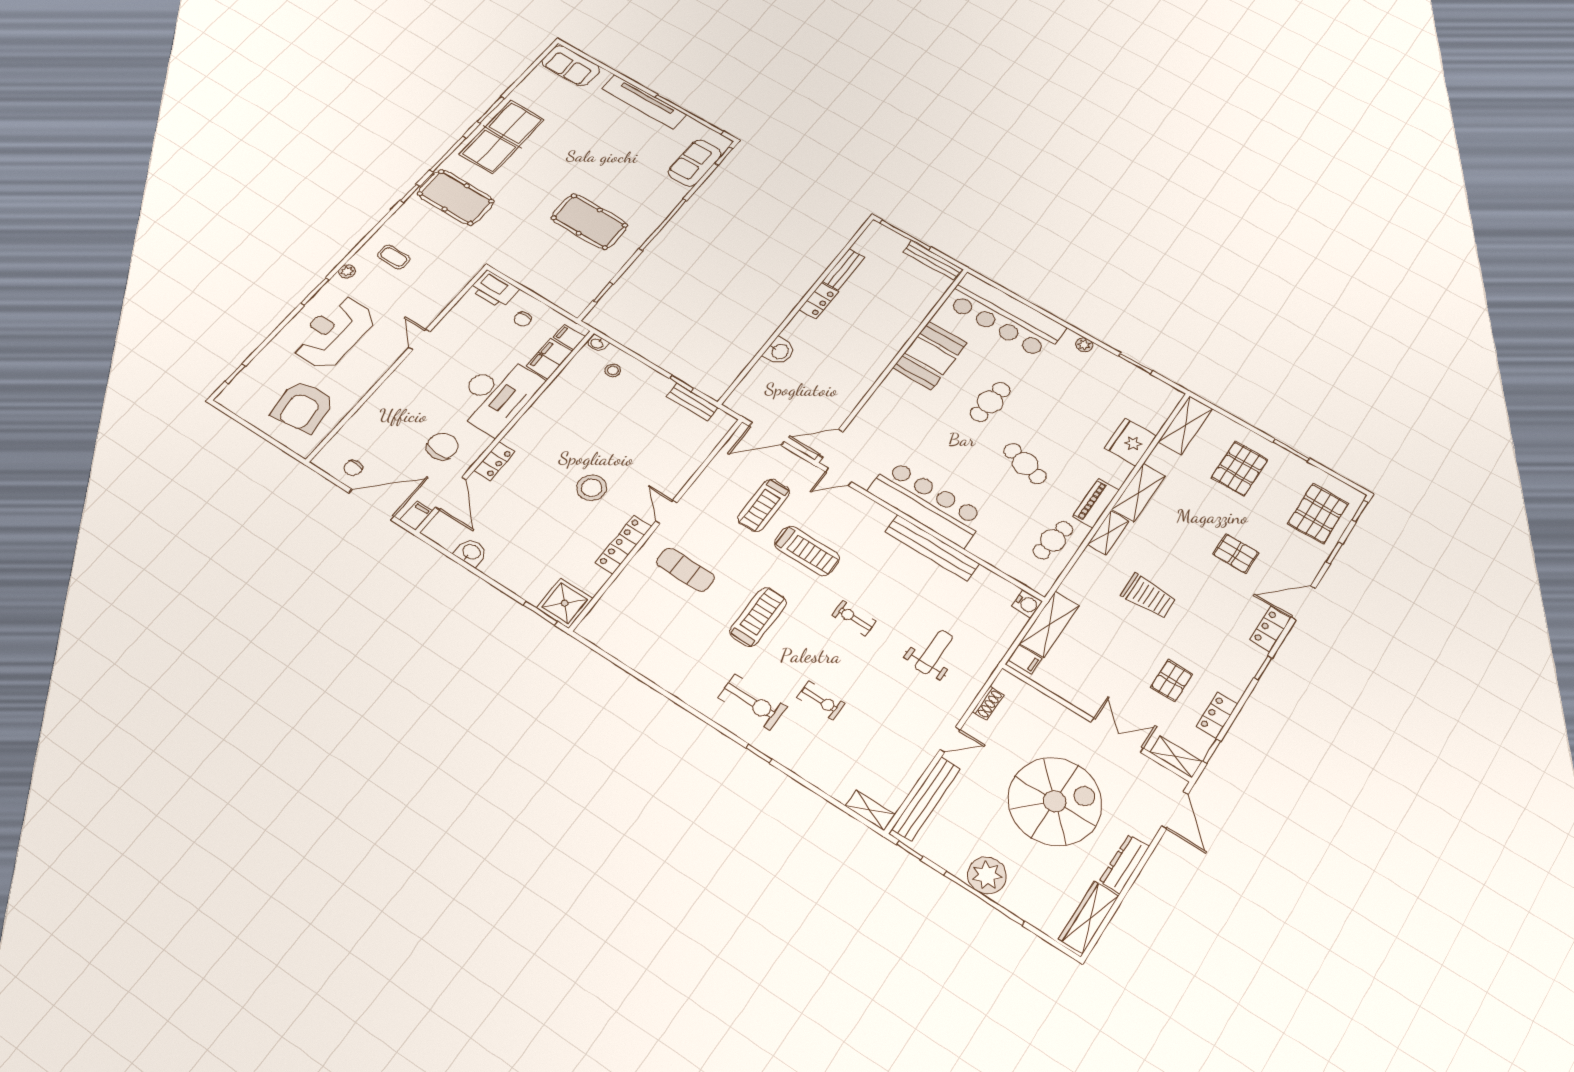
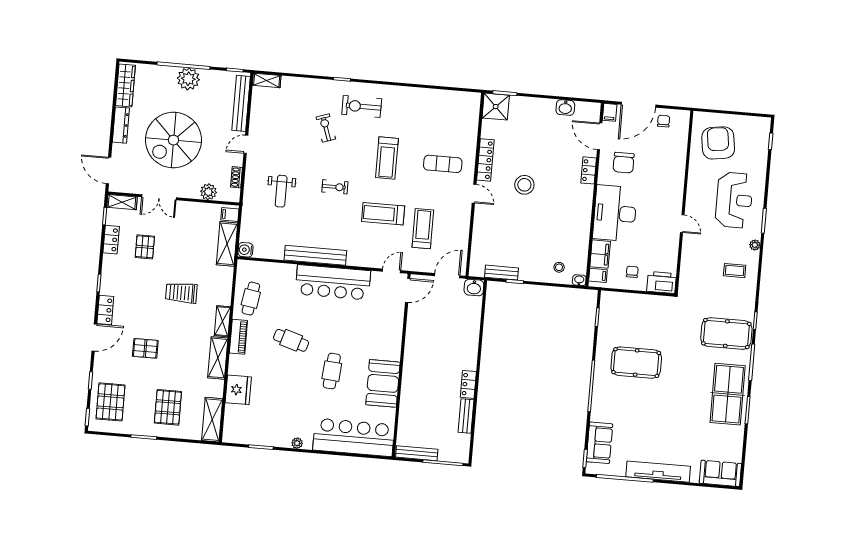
washbasin: (780, 351) -> (474, 288), moved, turned -90
exercise bike: (821, 701) -> (326, 128), turned 71
plant: (1040, 705) -> (208, 192), added

